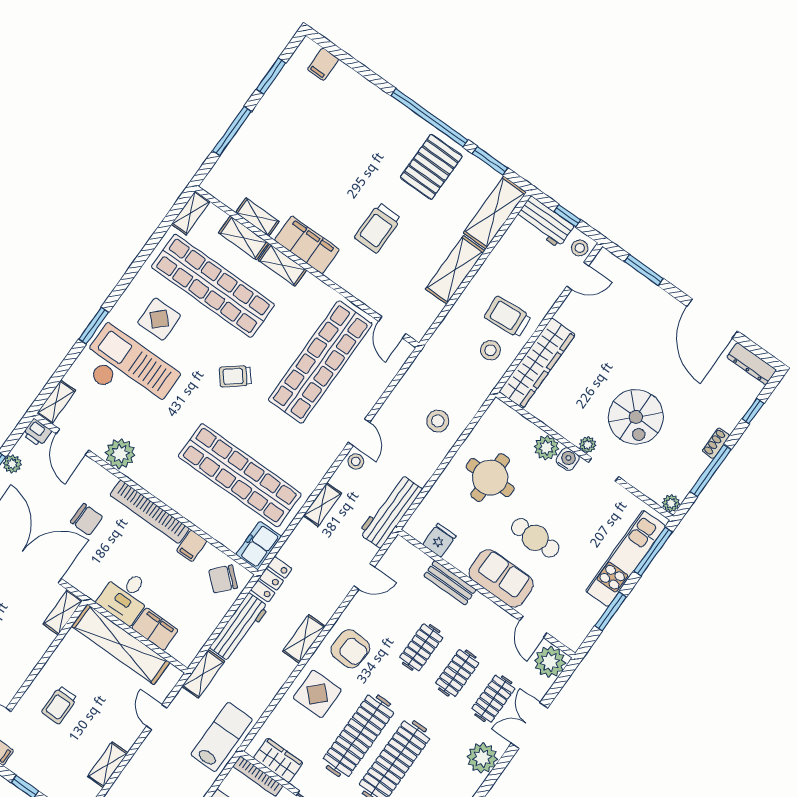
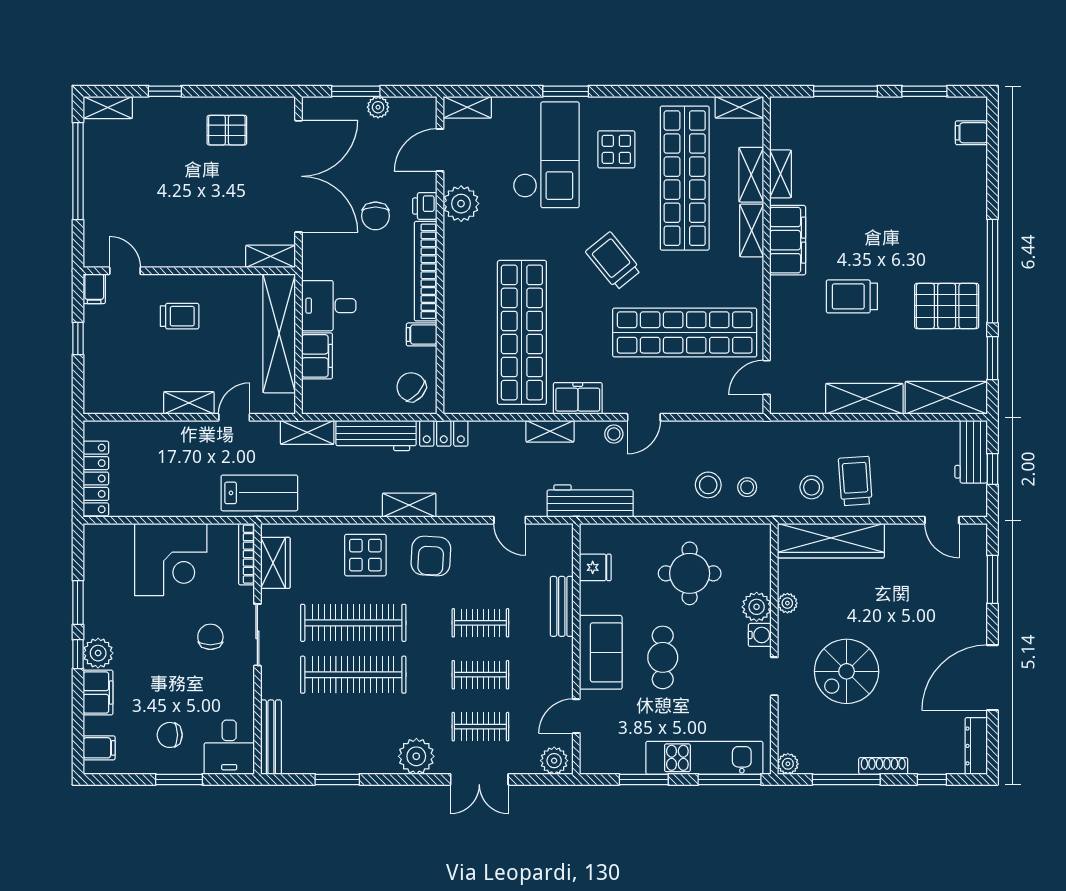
stool: (580, 248) -> (747, 487), moved
trolley: (235, 376) -> (613, 261), width x1.36, depth x1.39
printer: (37, 433) -> (425, 206), moved
shoe rack: (716, 443) -> (883, 766), width x1.43
plant: (588, 445) -> (787, 603), moved
freezer: (259, 546) -> (578, 398), moved
plant: (550, 662) -> (554, 761), width x0.73, depth x0.73
trolley: (59, 705) -> (180, 316), turned 180
double door: (529, 726) -> (479, 779), swing flipped
shelving: (108, 765) -> (189, 403), moved

